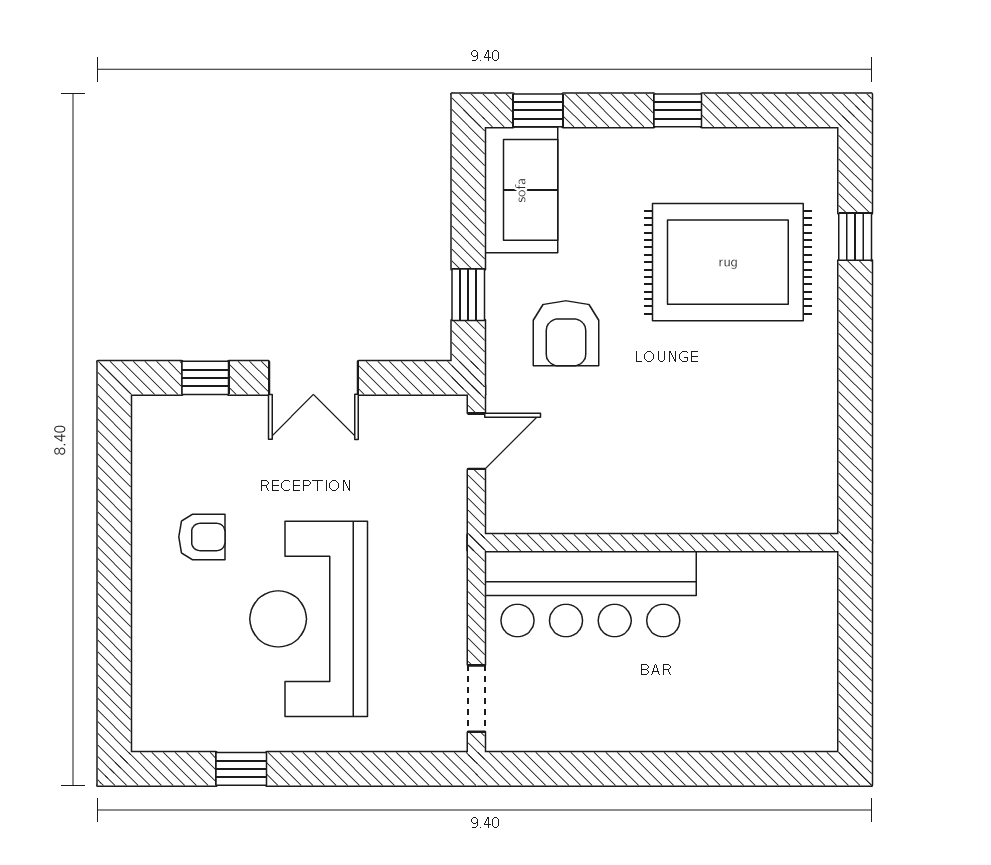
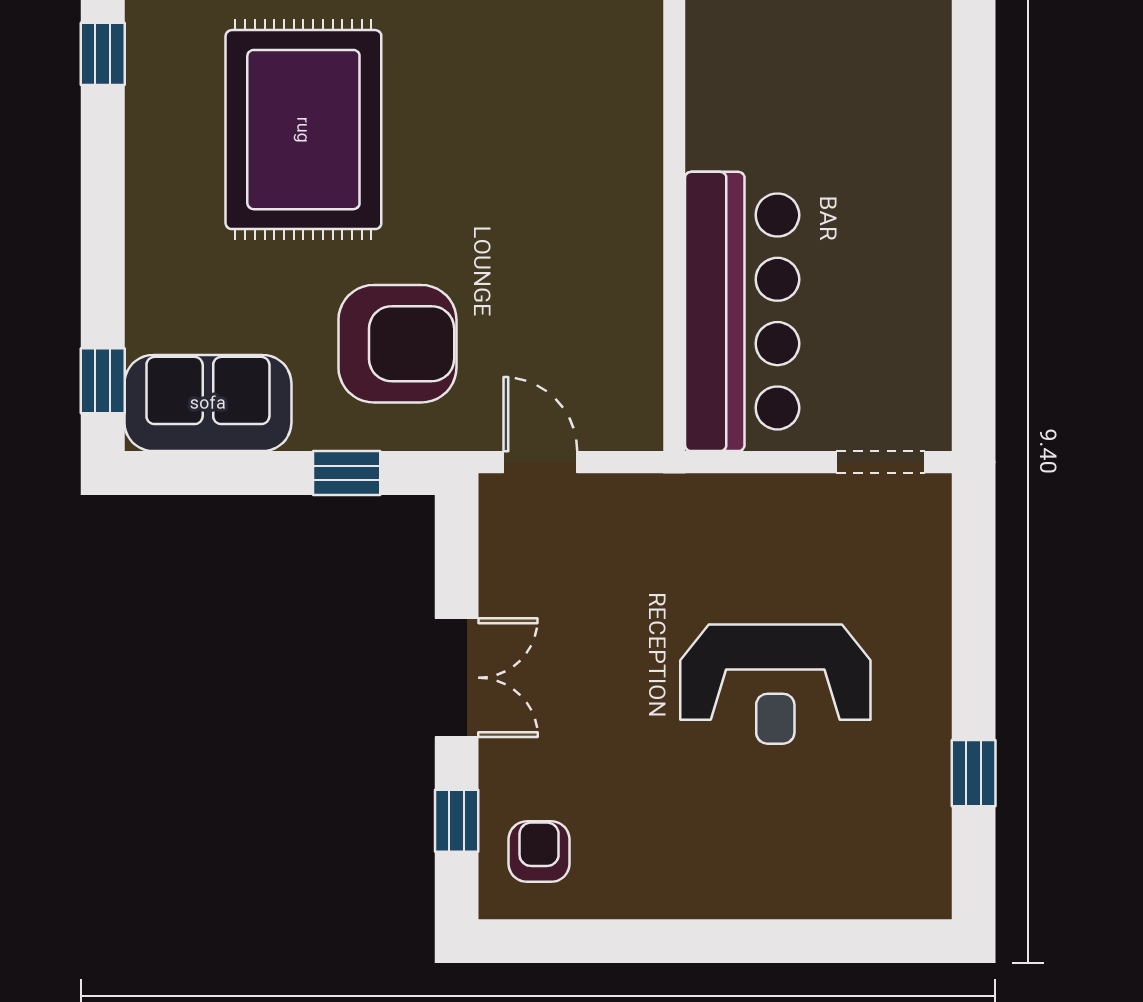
window: (678, 110) -> (103, 54), moved
armchair: (566, 333) -> (397, 344), width x1.36, depth x1.36
armchair: (202, 537) -> (539, 852), moved
reception desk: (309, 619) -> (775, 684), width x0.74, depth x0.77

